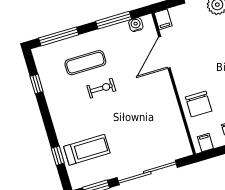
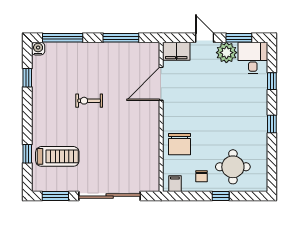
filing cabinet: (163, 19) -> (176, 51), width x2.00
water cooler: (136, 25) -> (38, 49), moved
exercise mat: (85, 63) -> (81, 71), removed
exercise bike: (101, 88) -> (89, 101), turned 180

